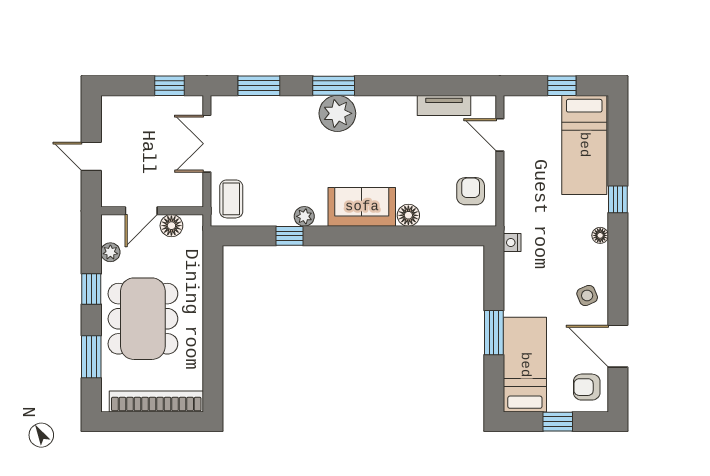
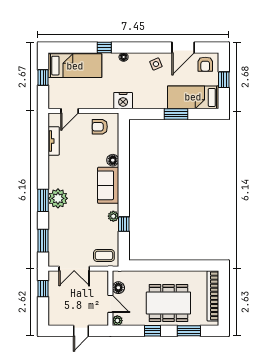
nightstand: (512, 243) -> (123, 101), width x1.89, depth x1.79
plant: (110, 252) -> (117, 321), moved

